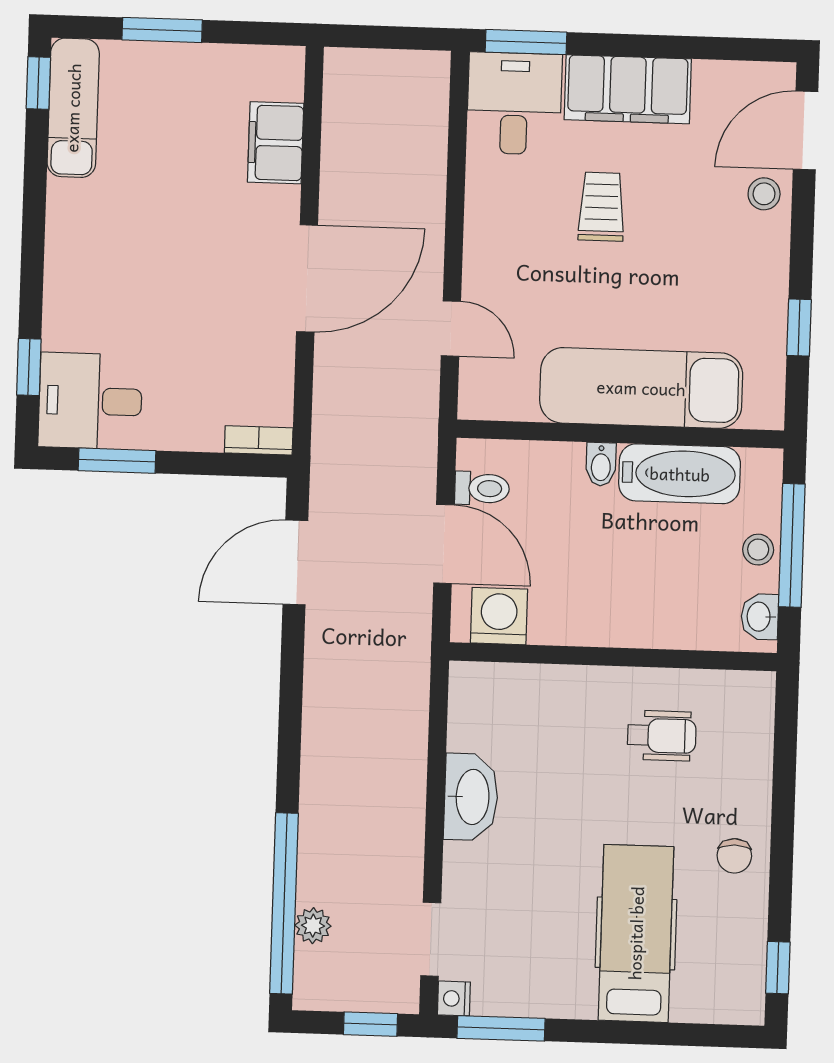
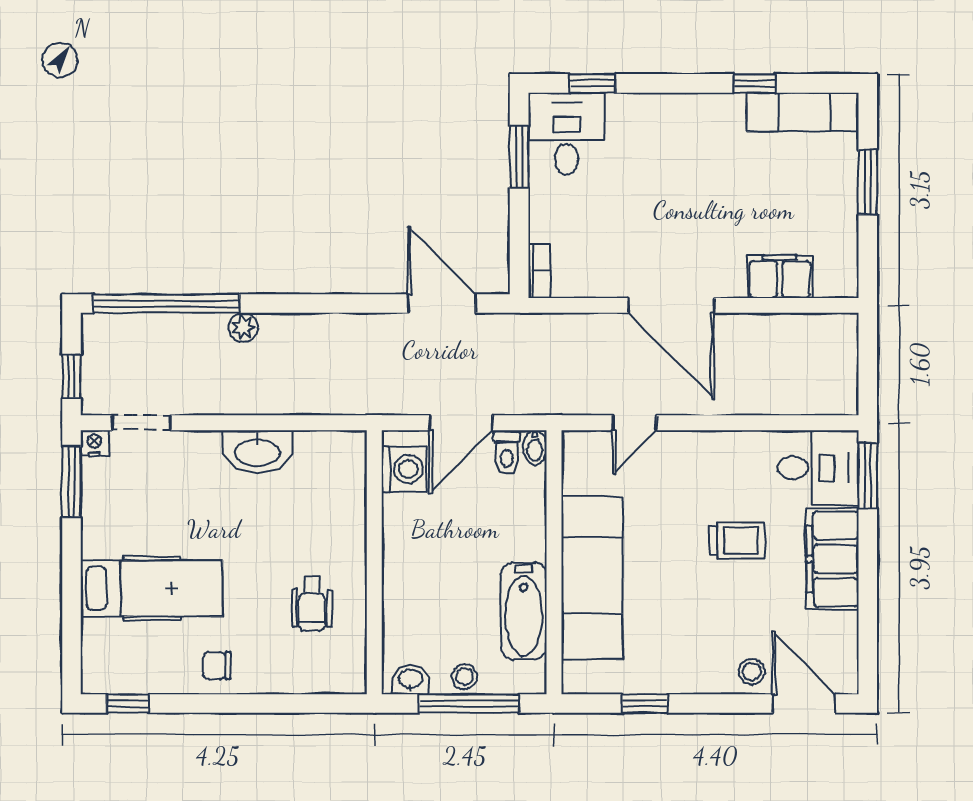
window: (38, 83) -> (754, 83), moved
bidet: (601, 464) -> (535, 448), moved, turned -90
plant: (313, 926) -> (243, 327), moved

